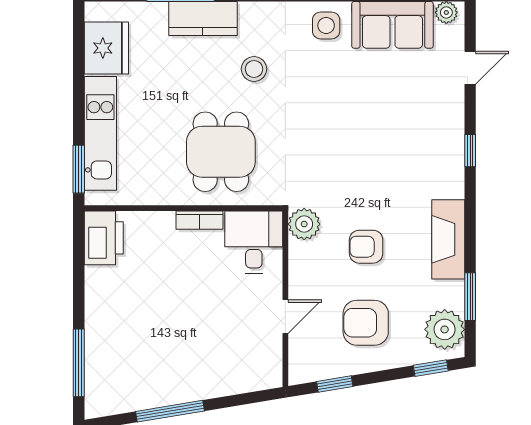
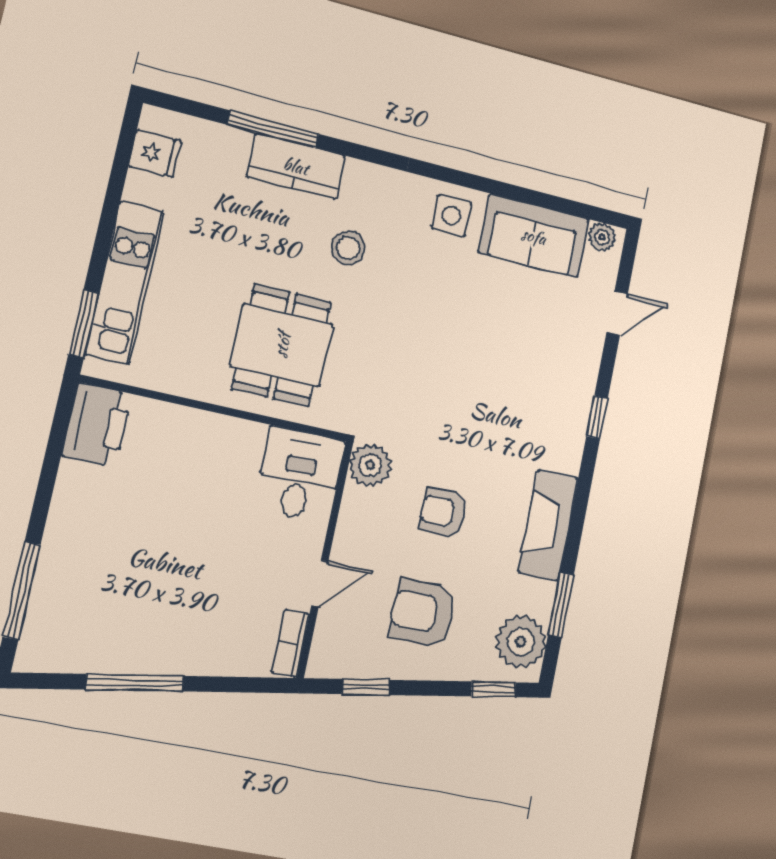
fridge: (106, 48) -> (155, 154), width x0.53, depth x0.75
bookcase: (200, 220) -> (290, 643), moved, turned 90

